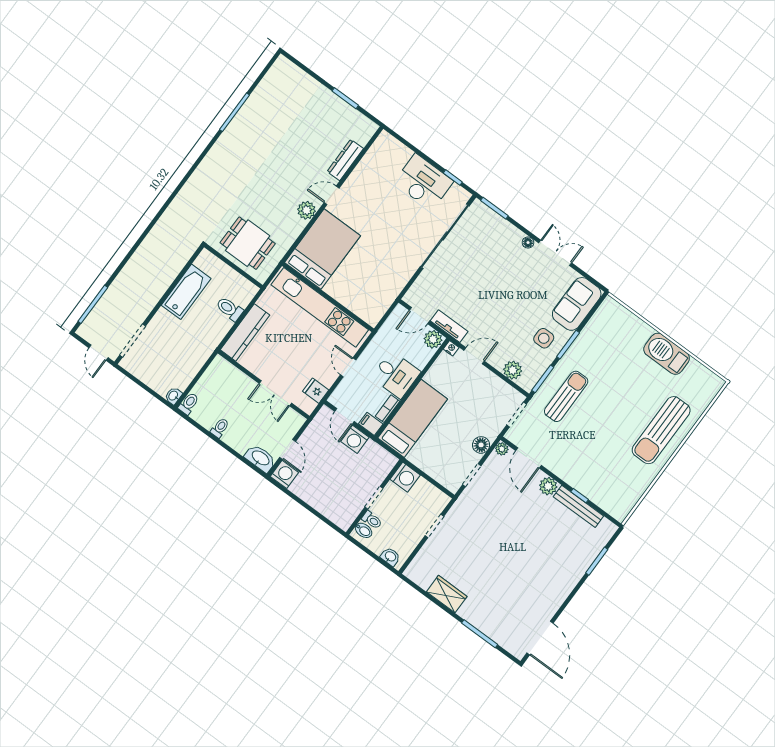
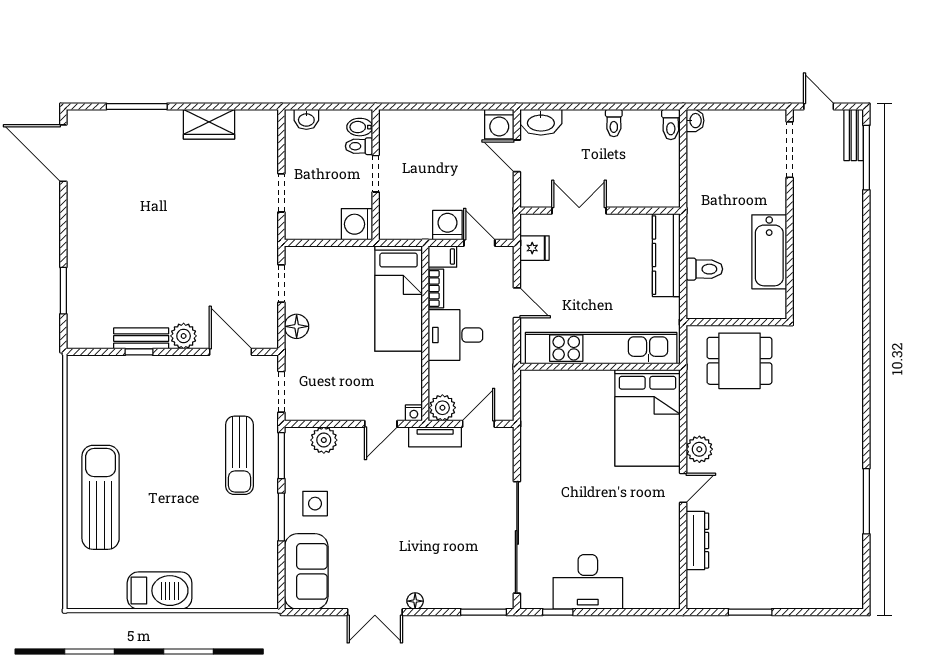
bench: (91, 322) -> (854, 135), added
plant: (502, 449) -> (269, 340), removed
bench: (578, 506) -> (141, 338), width x0.73

